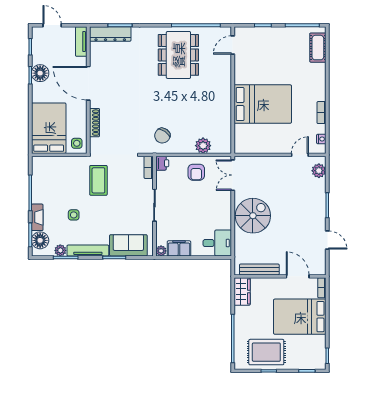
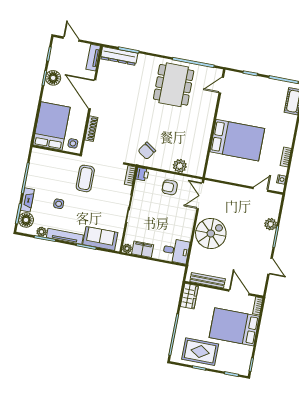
plant: (319, 171) -> (271, 224), moved
armchair: (196, 172) -> (170, 187), turned 90

